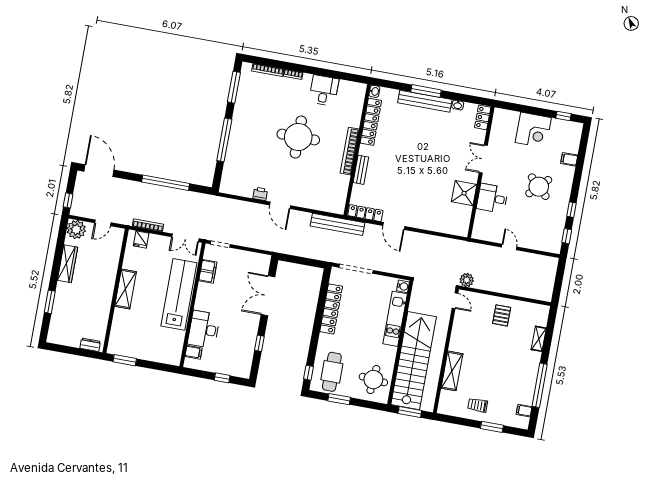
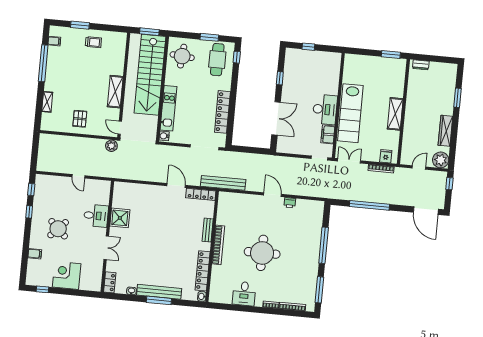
desk: (204, 329) -> (325, 109), moved
filing cabinet: (194, 352) -> (334, 66), removed
shelving: (452, 371) -> (115, 92), moved

